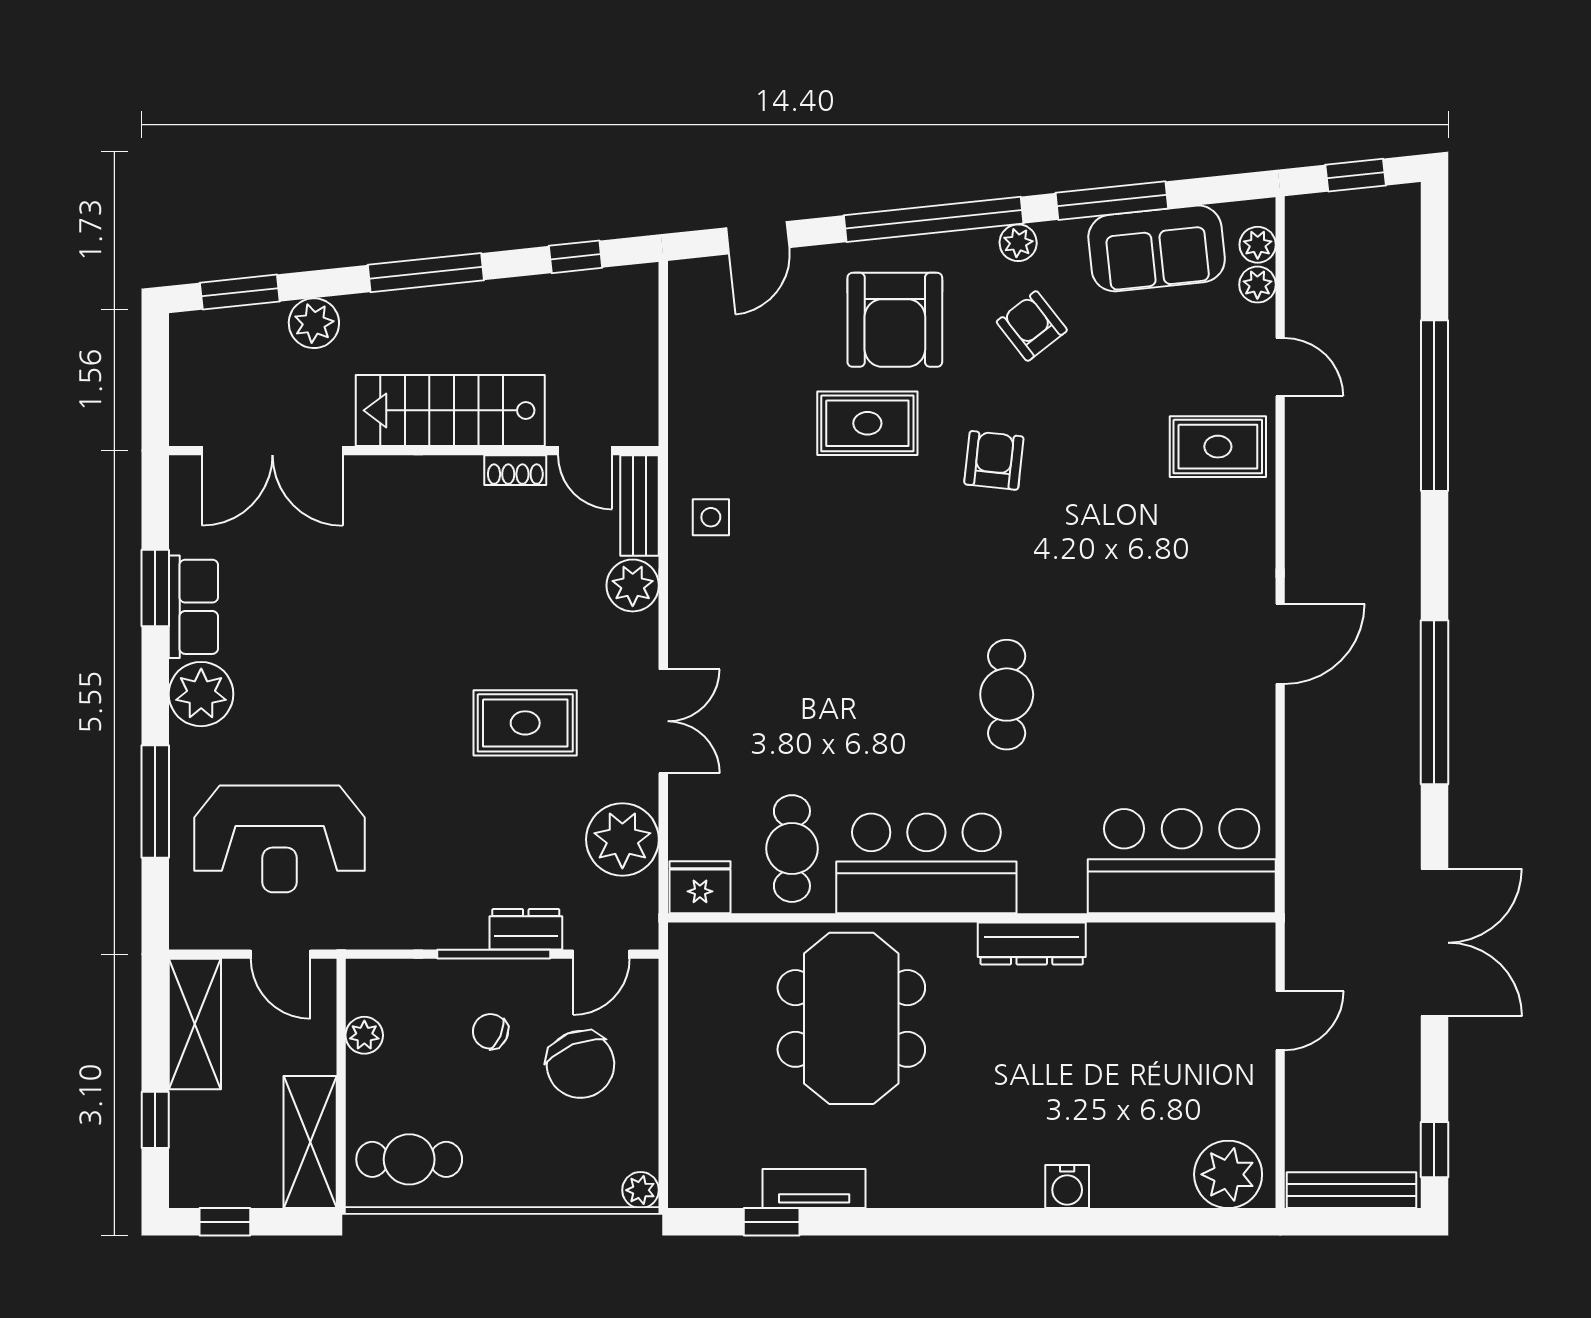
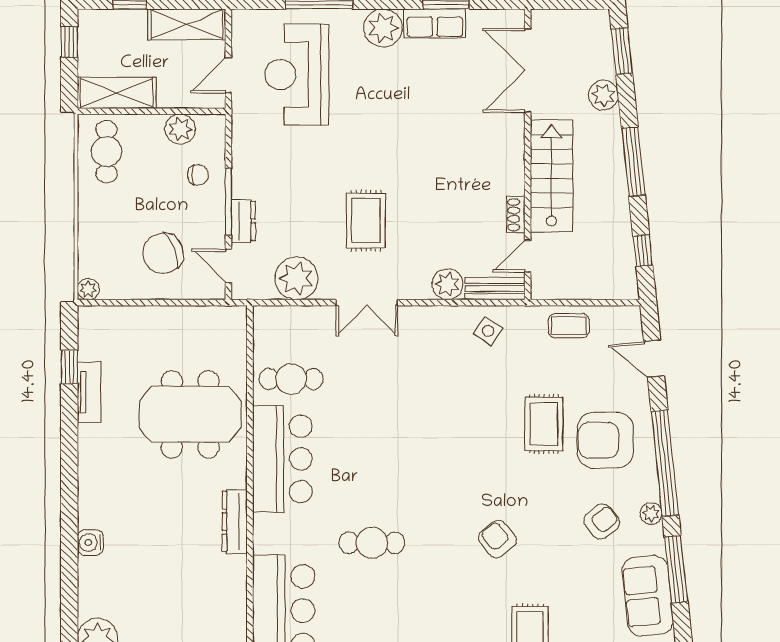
coffee table: (702, 381) -> (569, 326), added
armchair: (994, 460) -> (497, 539), moved, turned -135
side table: (711, 517) -> (488, 331), turned 33
cafe table: (1007, 695) -> (372, 543), moved
fridge: (700, 887) -> (268, 324), removed
chair: (490, 1031) -> (198, 175), moved, turned 66
plant: (364, 1035) -> (180, 129), width x1.38, depth x1.38

